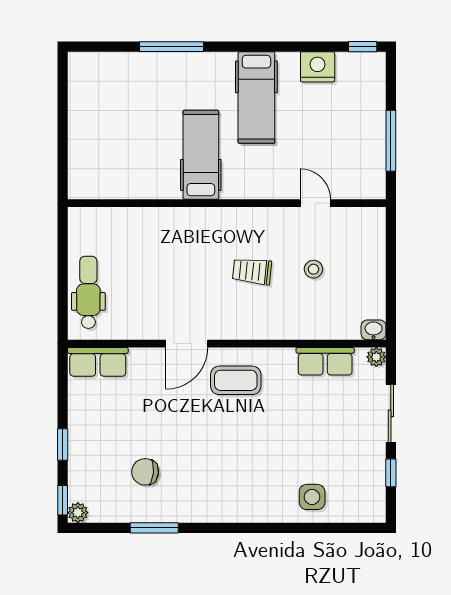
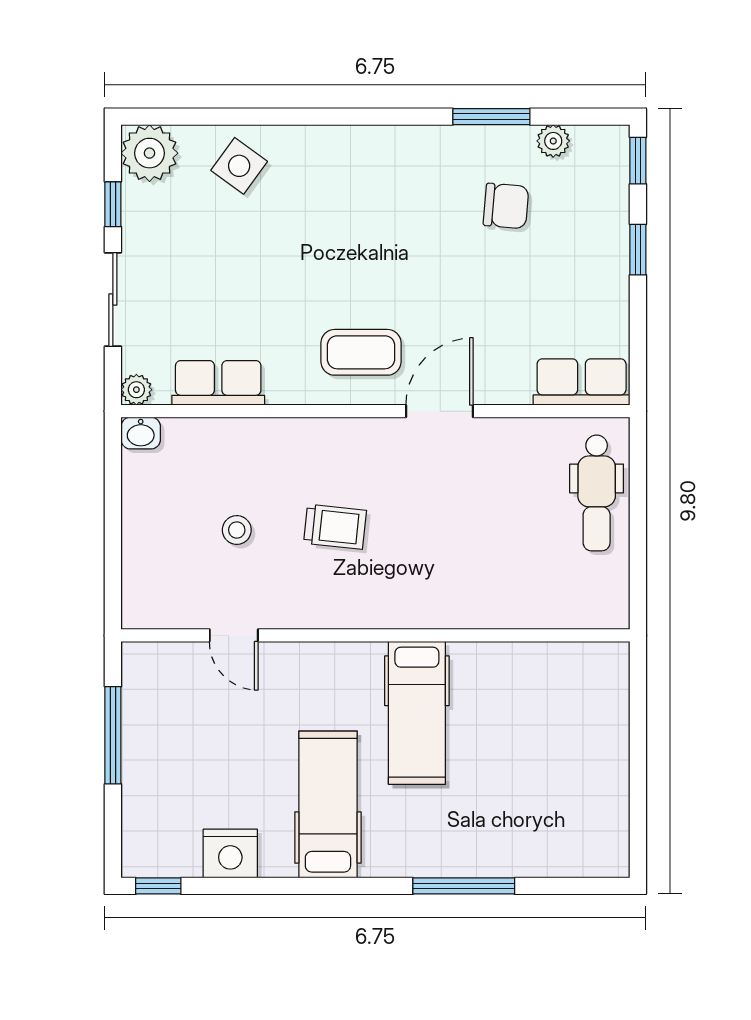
side table: (312, 497) -> (239, 166), turned 36
plant: (368, 505) -> (149, 153), added
plant: (78, 513) -> (553, 141), moved

